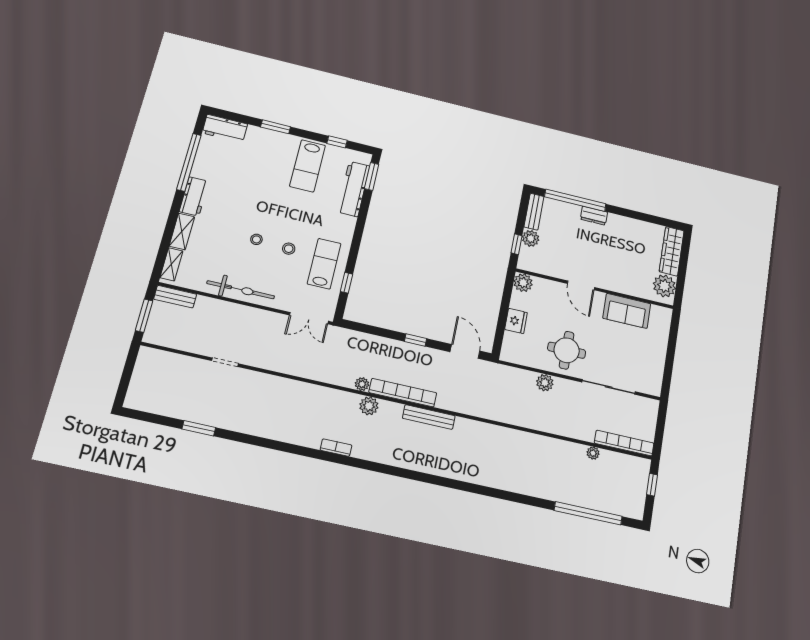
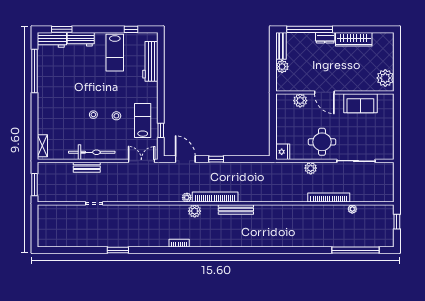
window: (276, 127) -> (62, 29), moved
window: (372, 176) -> (161, 49), removed
workbench: (194, 196) -> (81, 39), moved, turned 90
shelving: (182, 231) -> (43, 121), removed
window: (517, 244) -> (273, 73), removed
wardrobe: (672, 251) -> (354, 39), moved, turned -90
plant: (523, 283) -> (300, 101), moved
bench: (175, 297) -> (87, 167), moved
double door: (309, 318) -> (141, 161), swing flipped
fridge: (516, 321) -> (283, 152), moved
door: (465, 351) -> (185, 159), moved
window: (199, 428) -> (118, 250), moved
bookcase: (624, 443) -> (329, 198), moved

